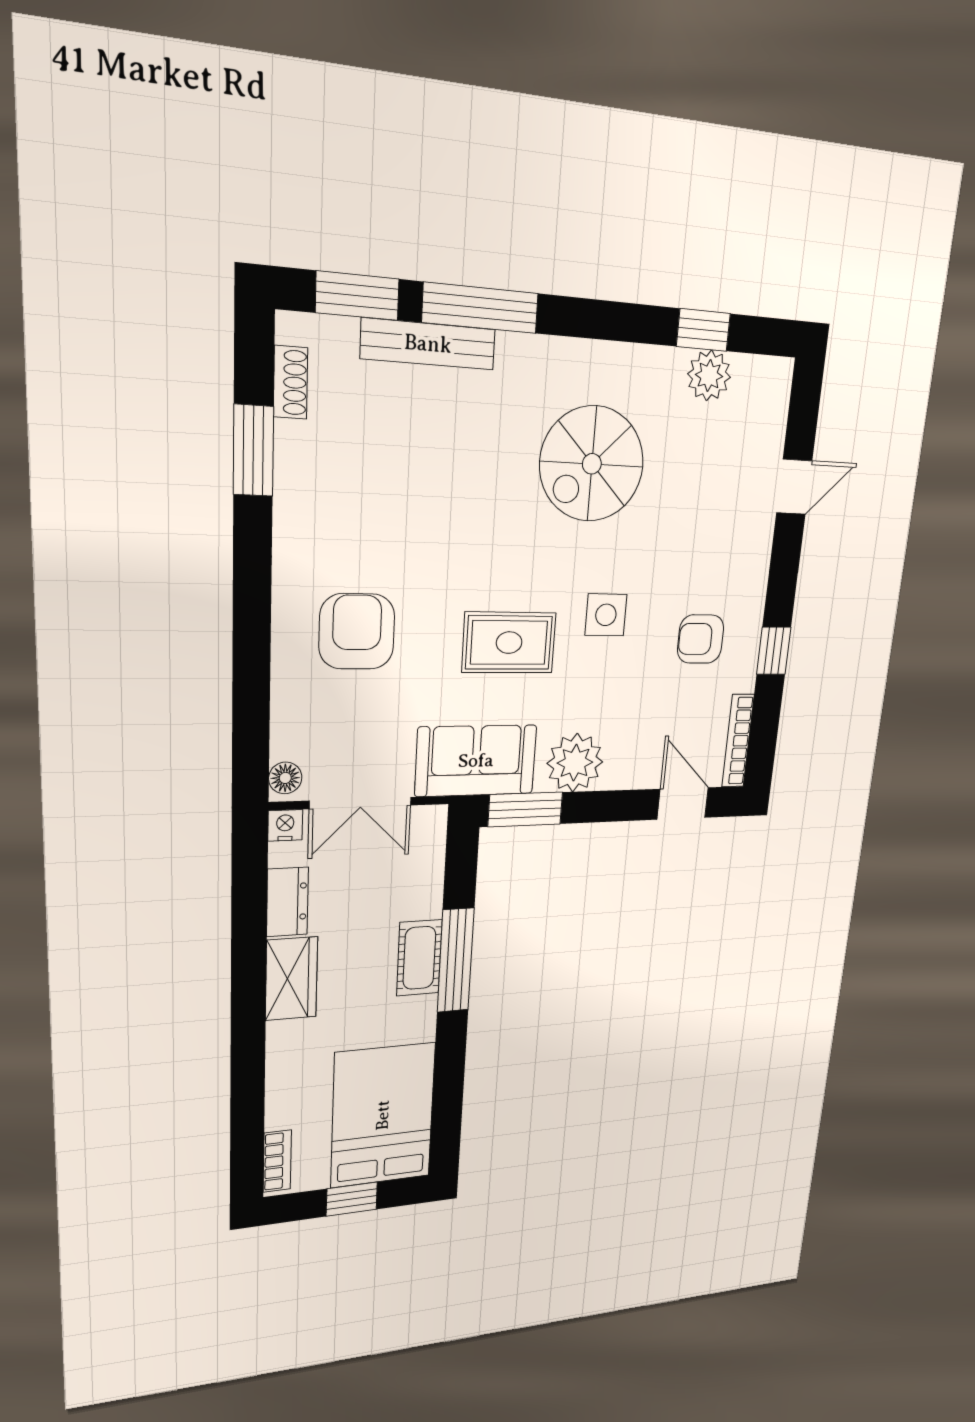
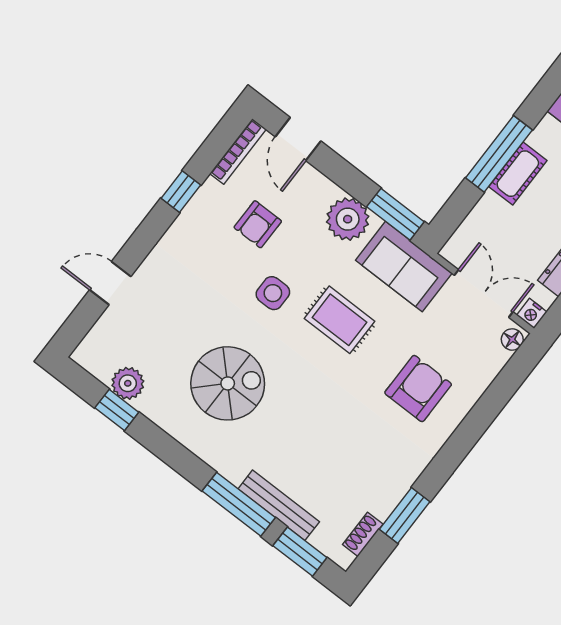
armchair: (357, 632) -> (418, 389), turned 180
armchair: (701, 639) -> (258, 224), moved, turned 90

